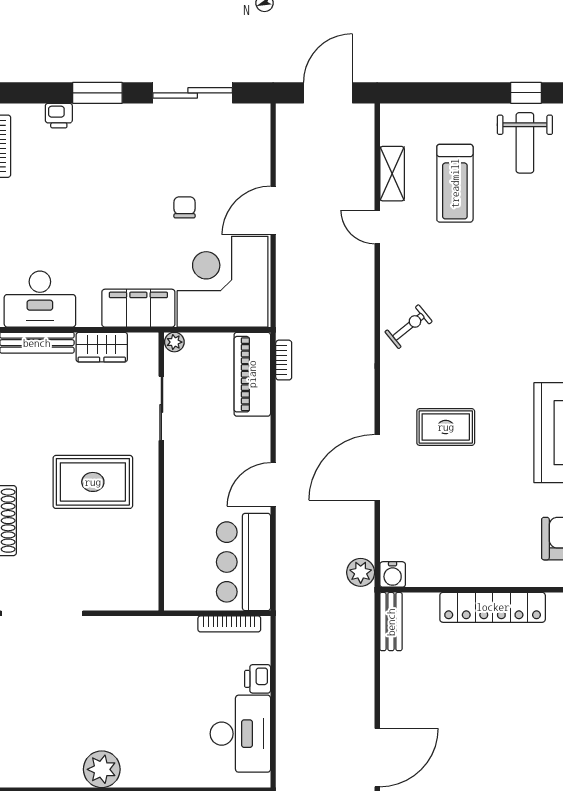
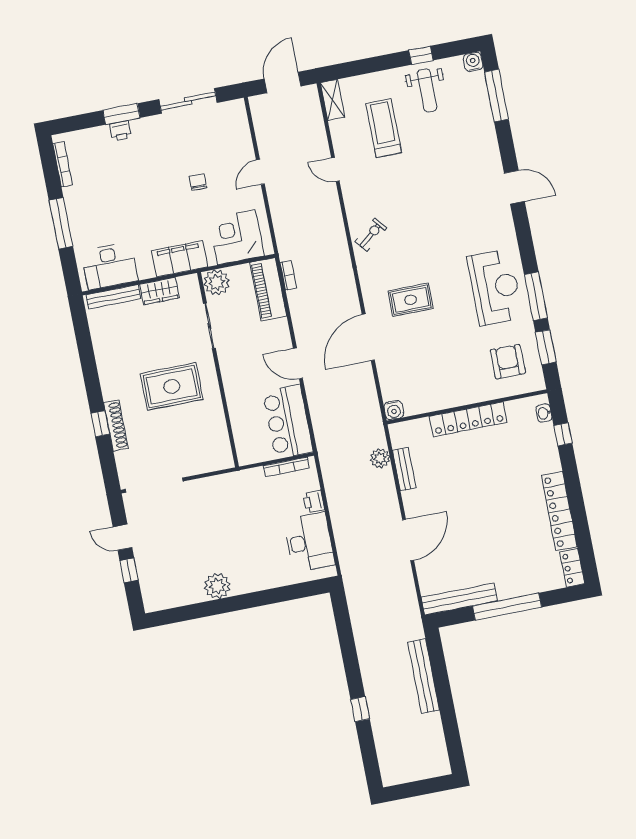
printer: (59, 116) -> (121, 131), moved
shelving: (392, 174) -> (333, 100), moved
treadmill: (455, 183) -> (384, 128), turned 180
door: (273, 210) -> (260, 172), width x0.73
corner desk: (223, 282) -> (236, 237), width x0.74, depth x0.74
plant: (174, 342) -> (217, 282), width x1.88, depth x1.88
door: (273, 484) -> (298, 363), hinge flipped
plant: (361, 572) -> (380, 458), moved
bench: (391, 622) -> (404, 469), moved

